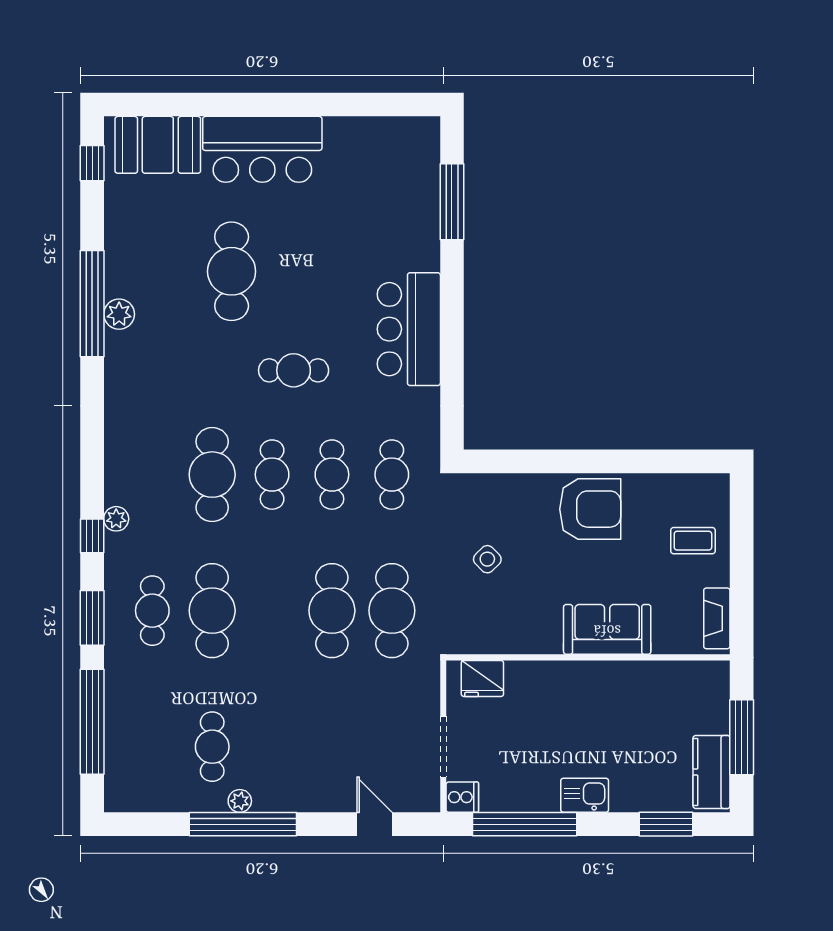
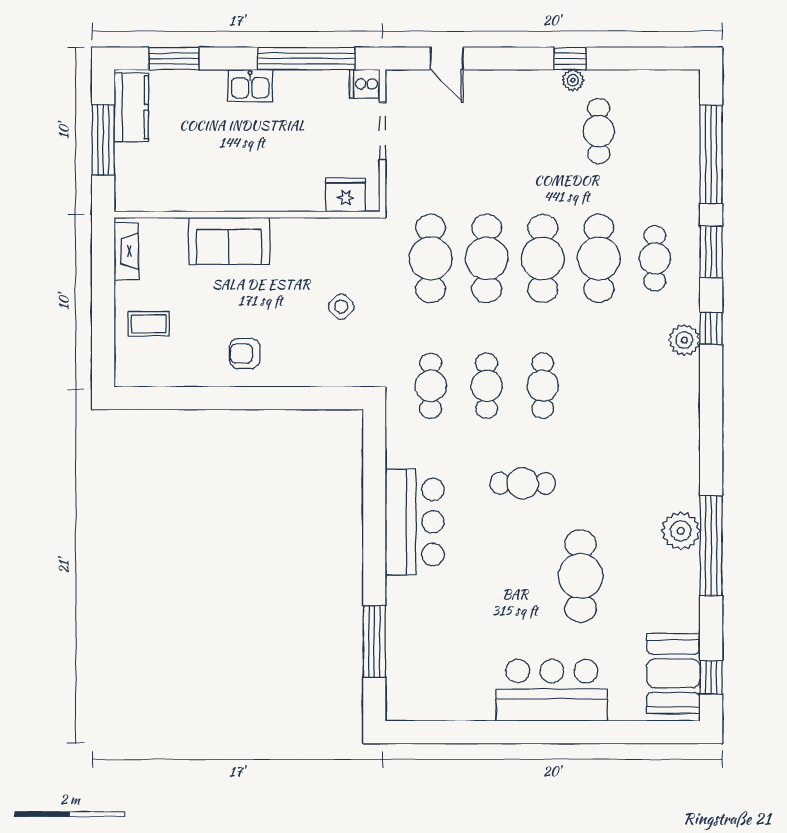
booth: (158, 145) -> (673, 673), moved, turned 90
plant: (119, 314) -> (681, 531), width x1.36, depth x1.36
cafe table: (212, 475) -> (543, 258), moved
armchair: (590, 509) -> (245, 354), width x0.53, depth x0.53
plant: (116, 519) -> (684, 340), width x1.38, depth x1.38
window: (243, 824) -> (570, 59), width x0.32

